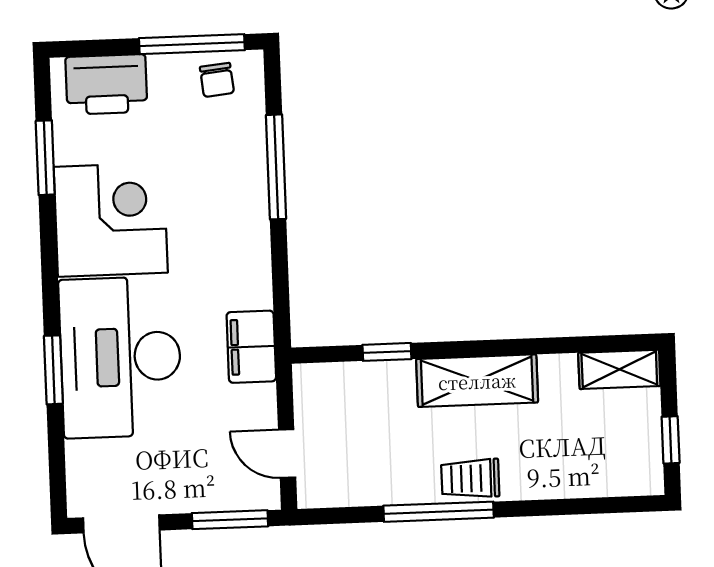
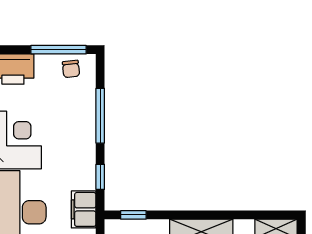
window: (280, 283) -> (100, 177), added
window: (387, 352) -> (133, 215), moved

